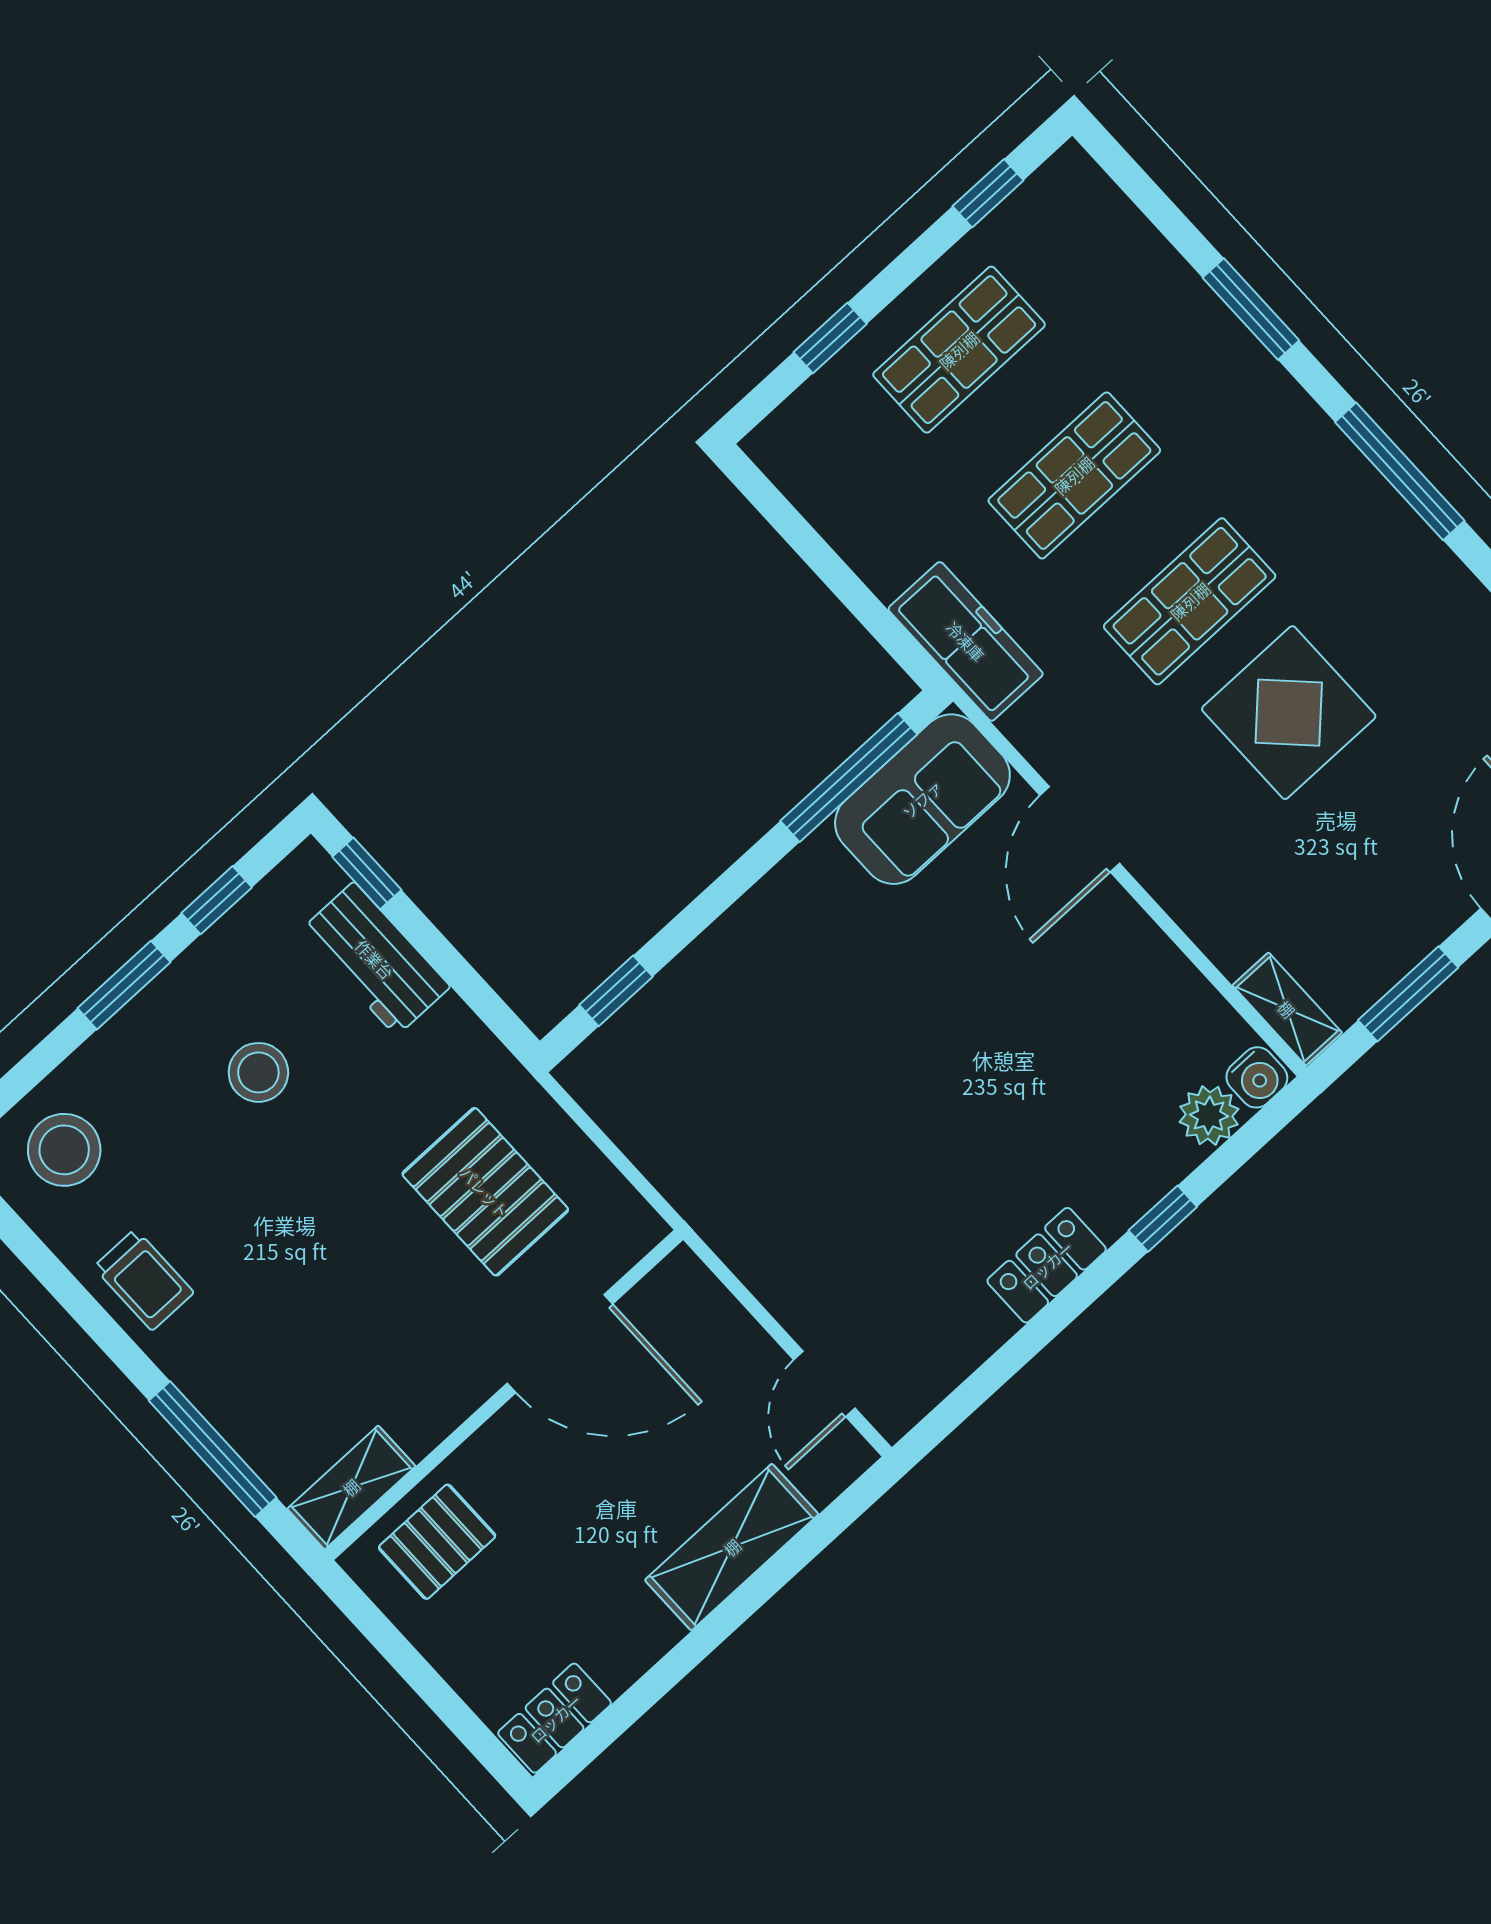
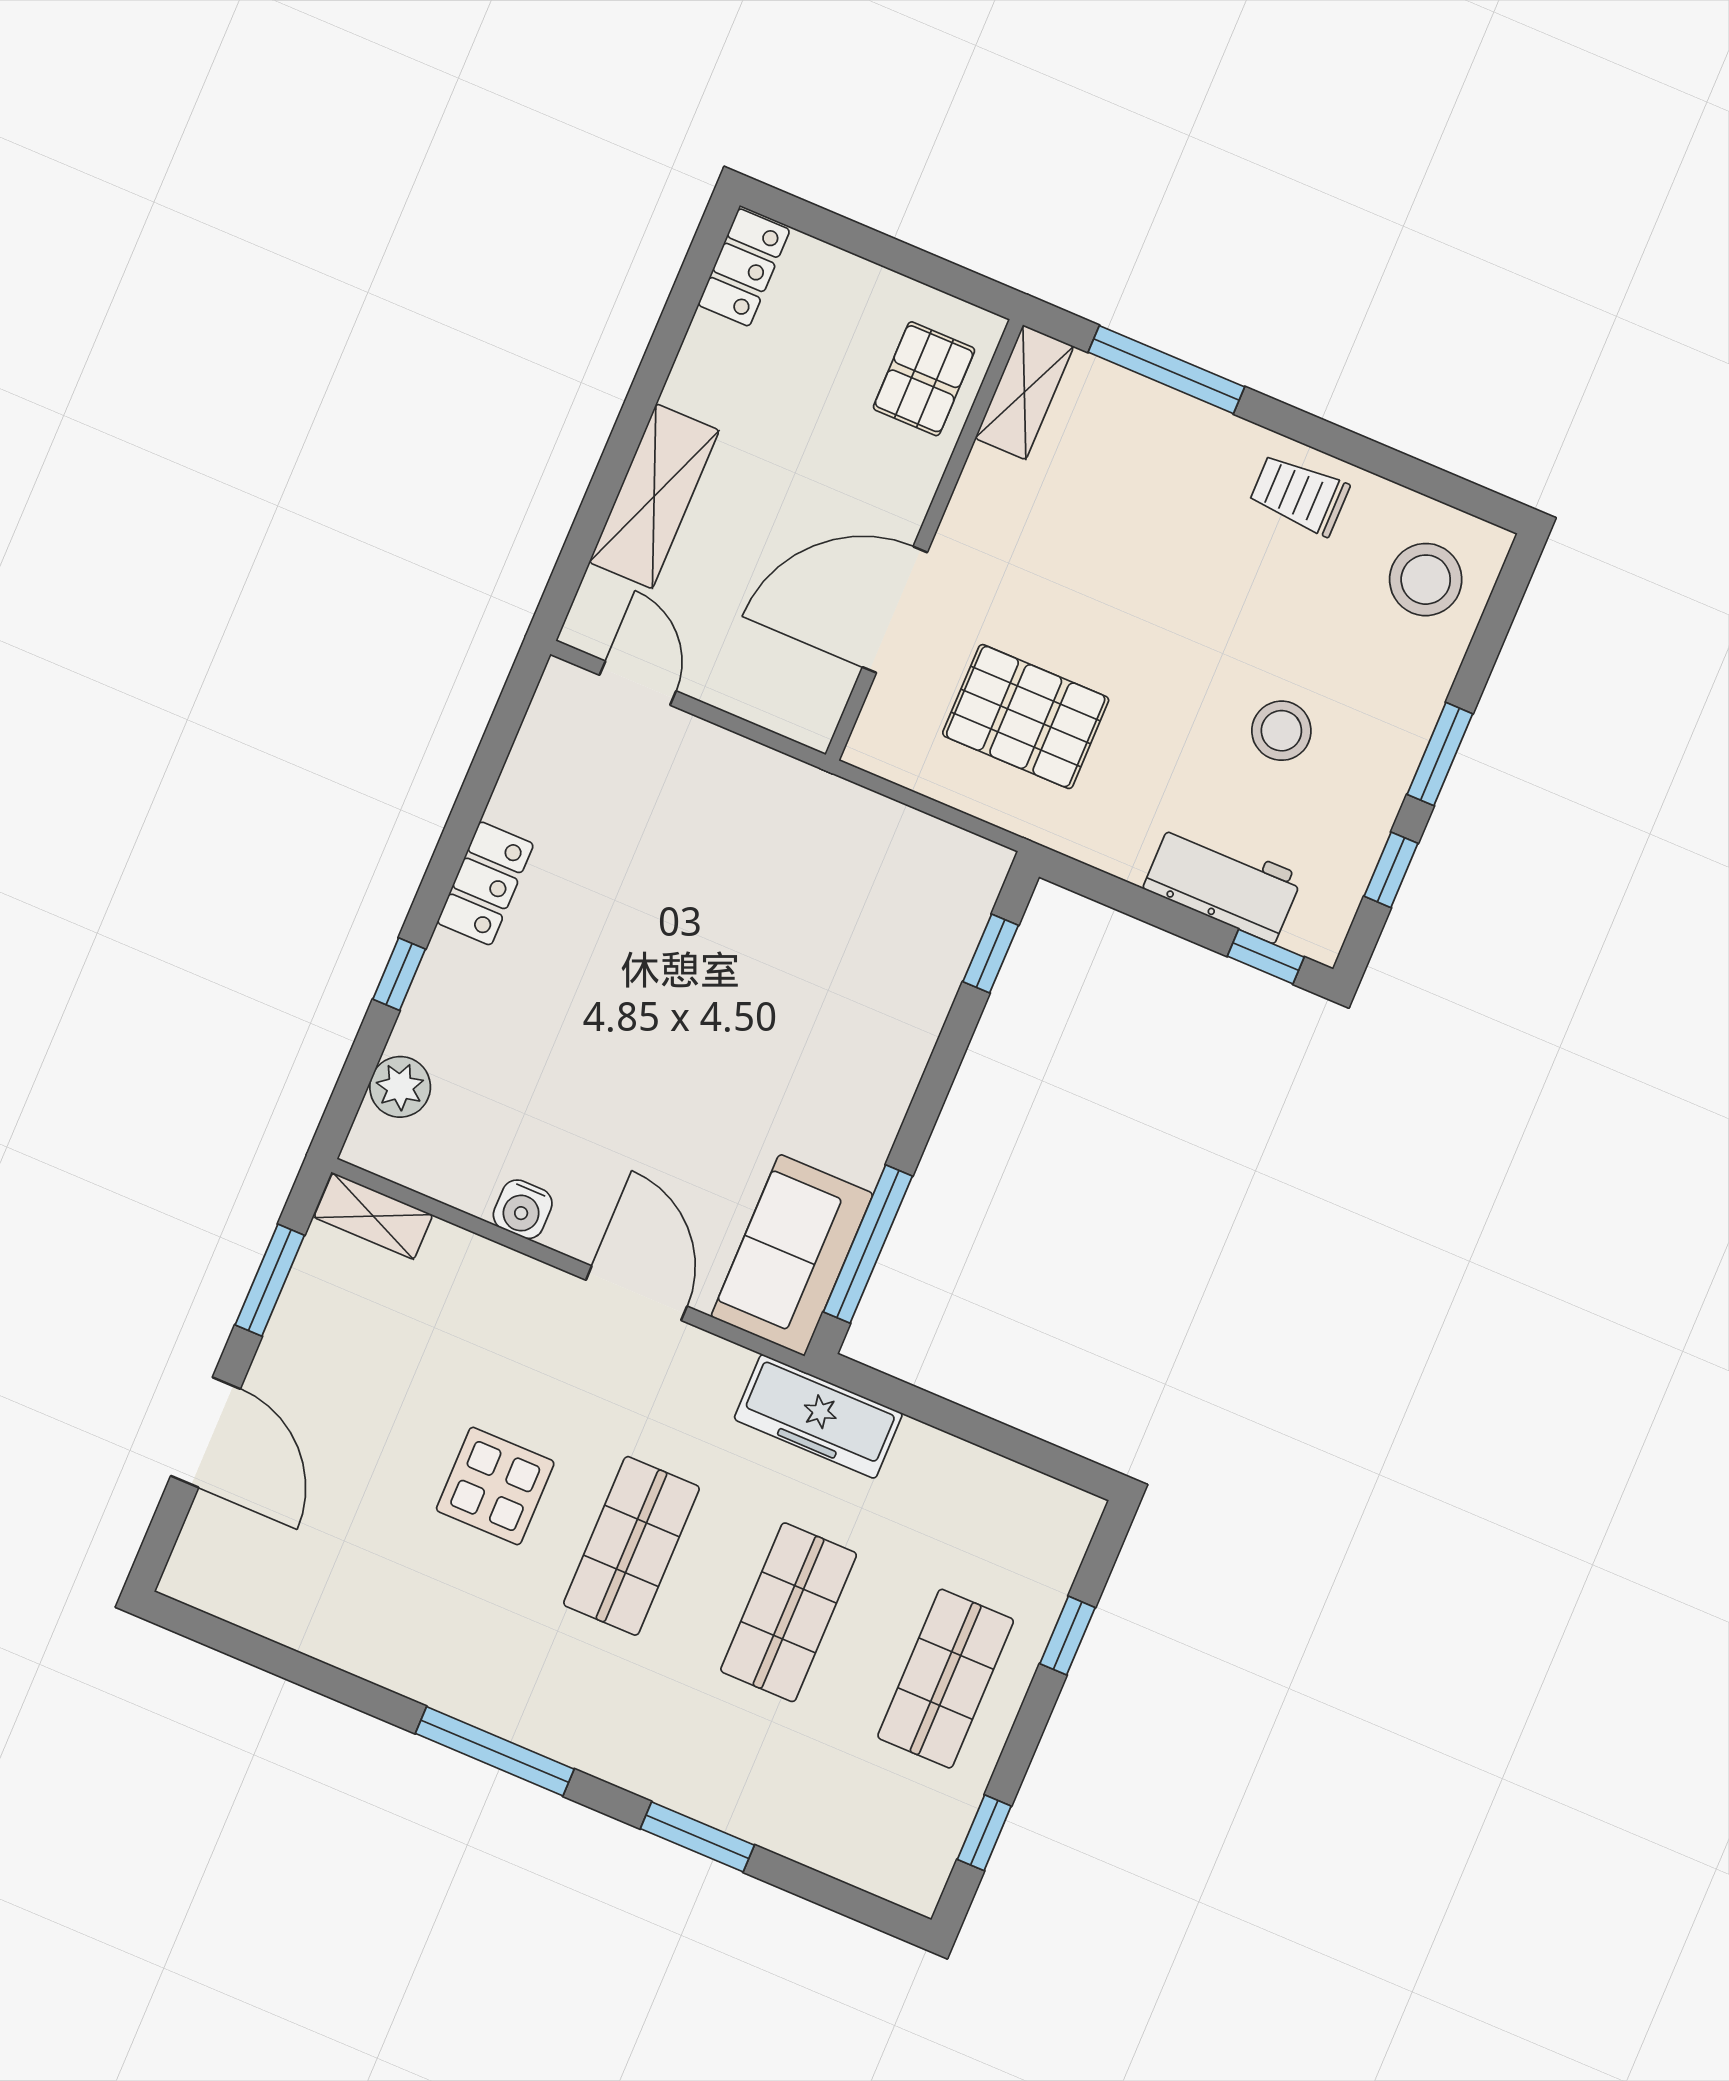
display table: (1289, 713) -> (495, 1486), width x0.73, depth x0.73
water cooler: (1257, 1077) -> (523, 1209), moved, turned -90

